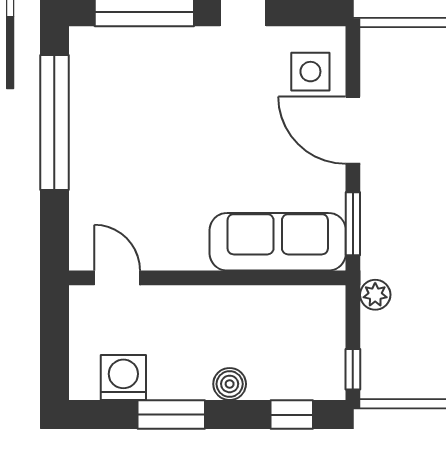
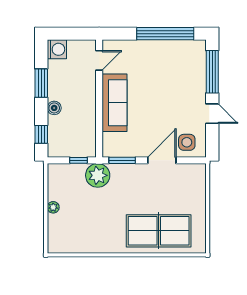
sofa: (278, 242) -> (115, 103), moved
plant: (375, 295) -> (98, 175), width x1.87, depth x1.87
window: (353, 369) -> (78, 160), moved
washing machine: (123, 378) -> (57, 49), moved

